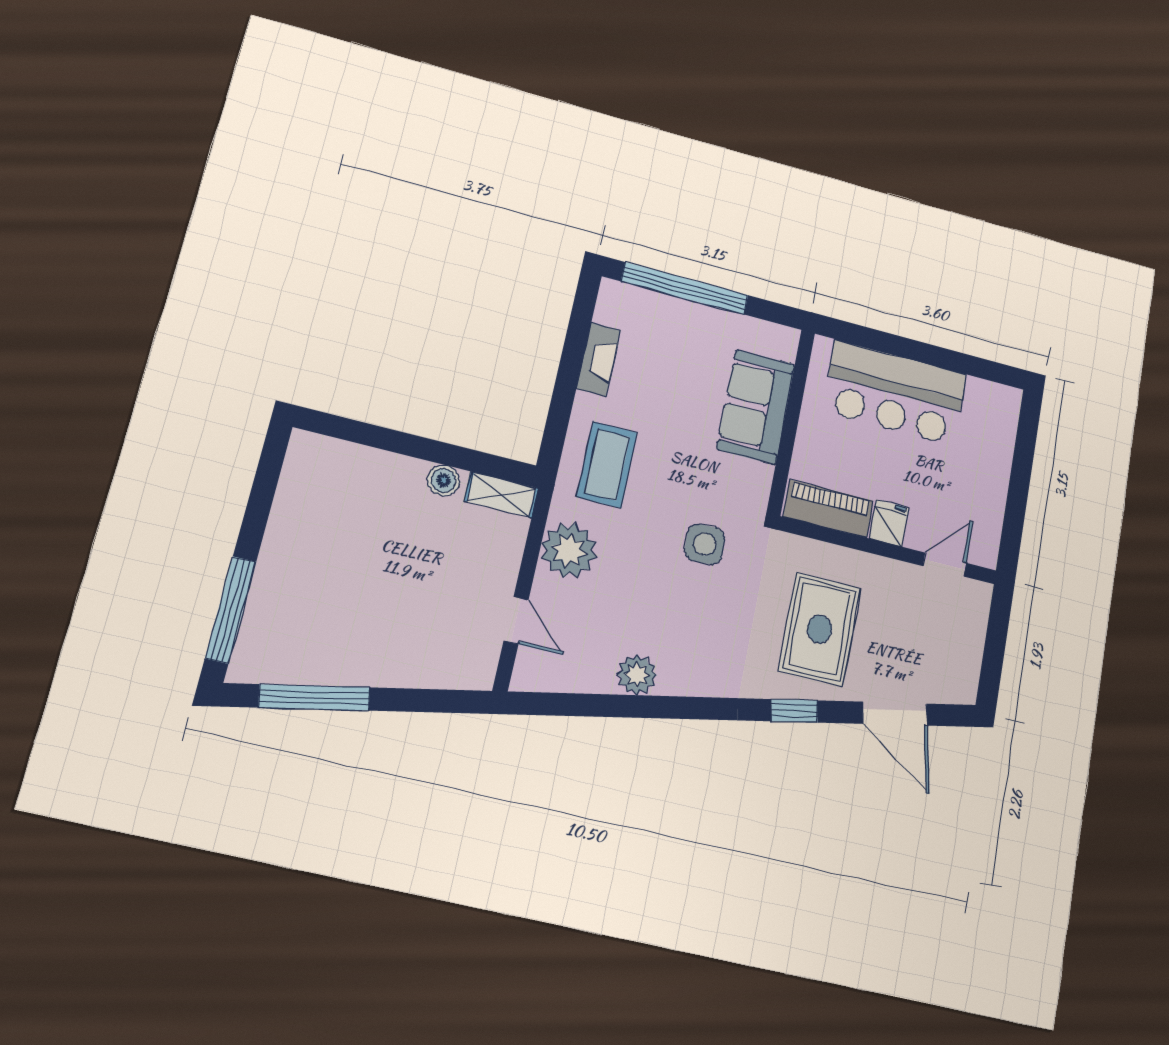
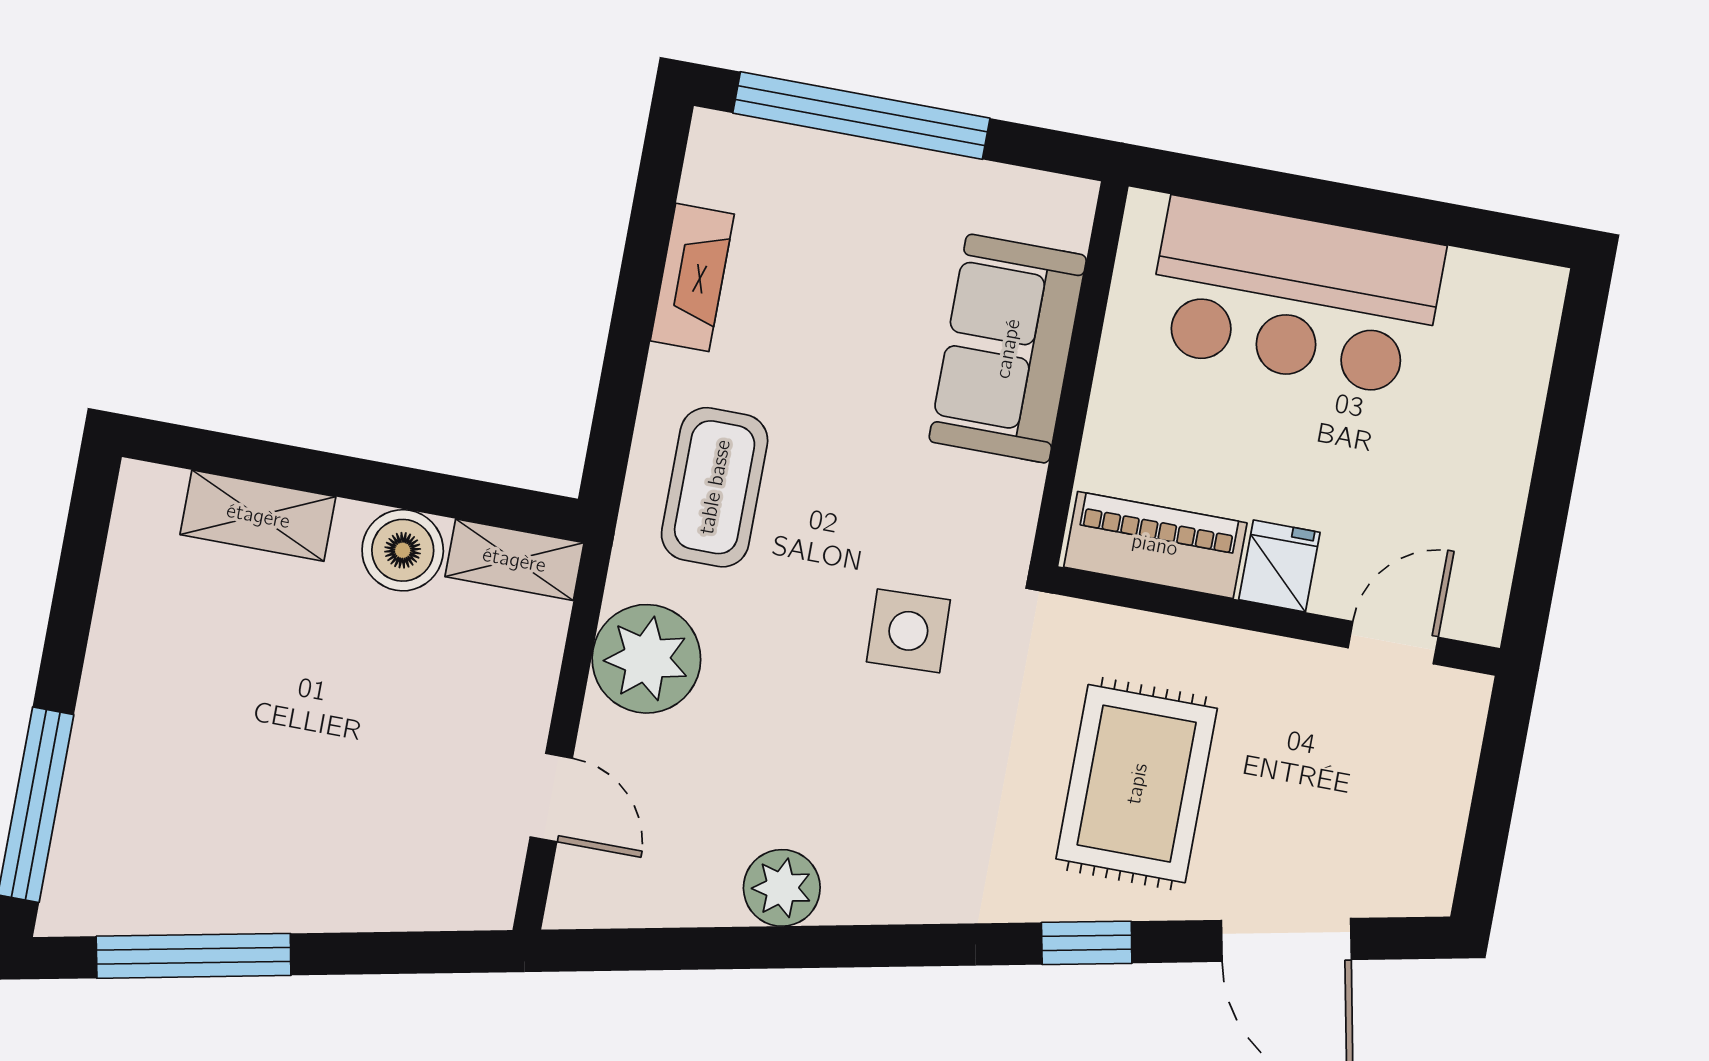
shelving: (365, 463) -> (258, 516), added
boiler: (443, 480) -> (403, 550), width x1.36, depth x1.36

